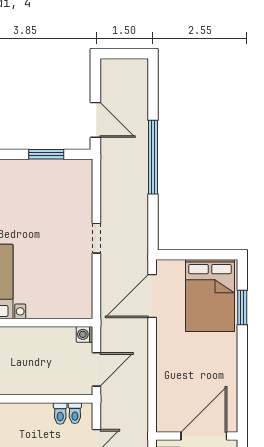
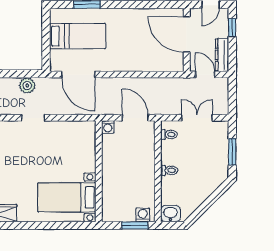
plant: (138, 230) -> (27, 85), added
bed: (210, 295) -> (78, 36), width x0.67
toilet: (60, 413) -> (169, 170), moved

